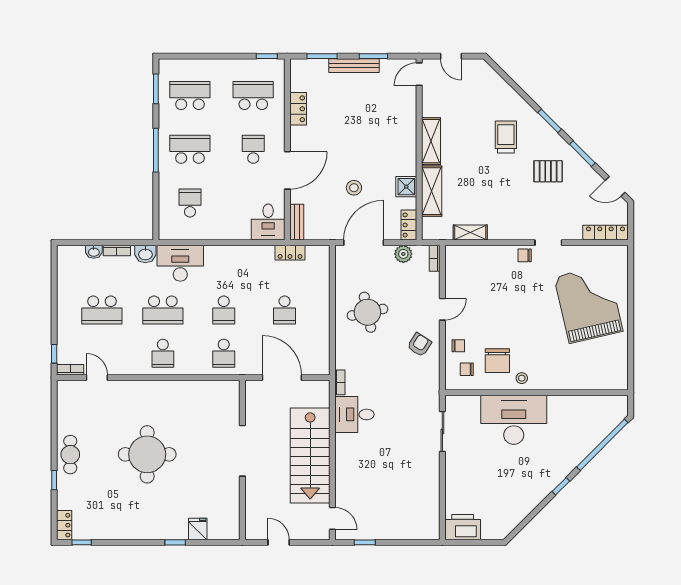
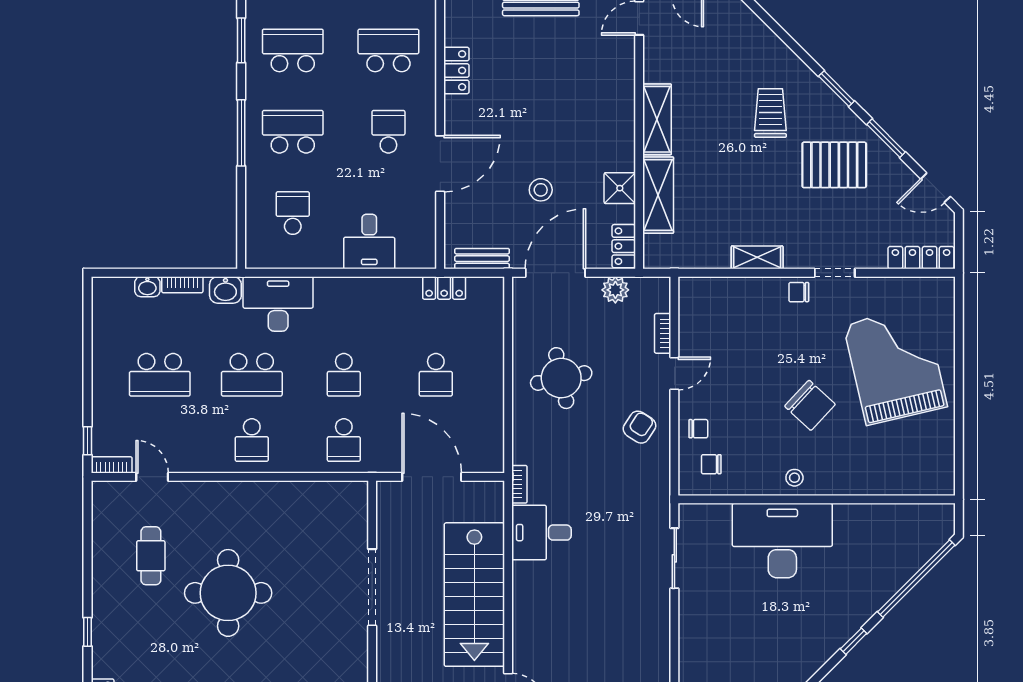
pallet: (548, 171) -> (834, 165), width x1.50, depth x1.42
desk: (268, 222) -> (369, 242), moved
bench: (297, 222) -> (482, 259), moved, turned 90
shelving: (470, 232) -> (757, 257), moved
bookcase: (435, 258) -> (663, 333), moved
chair: (497, 361) -> (810, 405), moved, turned -47
cafe table: (70, 455) -> (151, 556), moved

